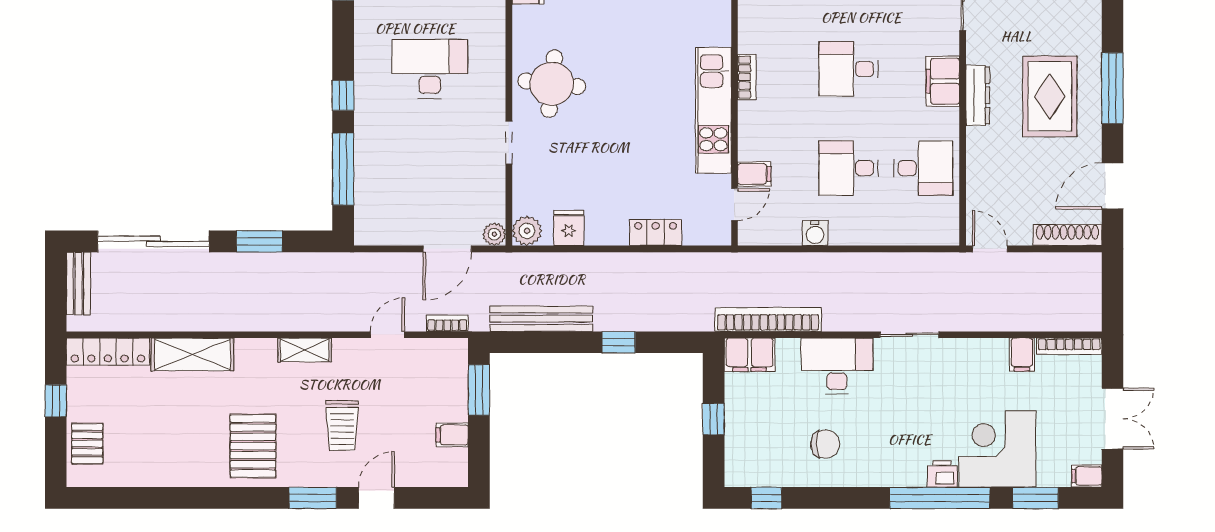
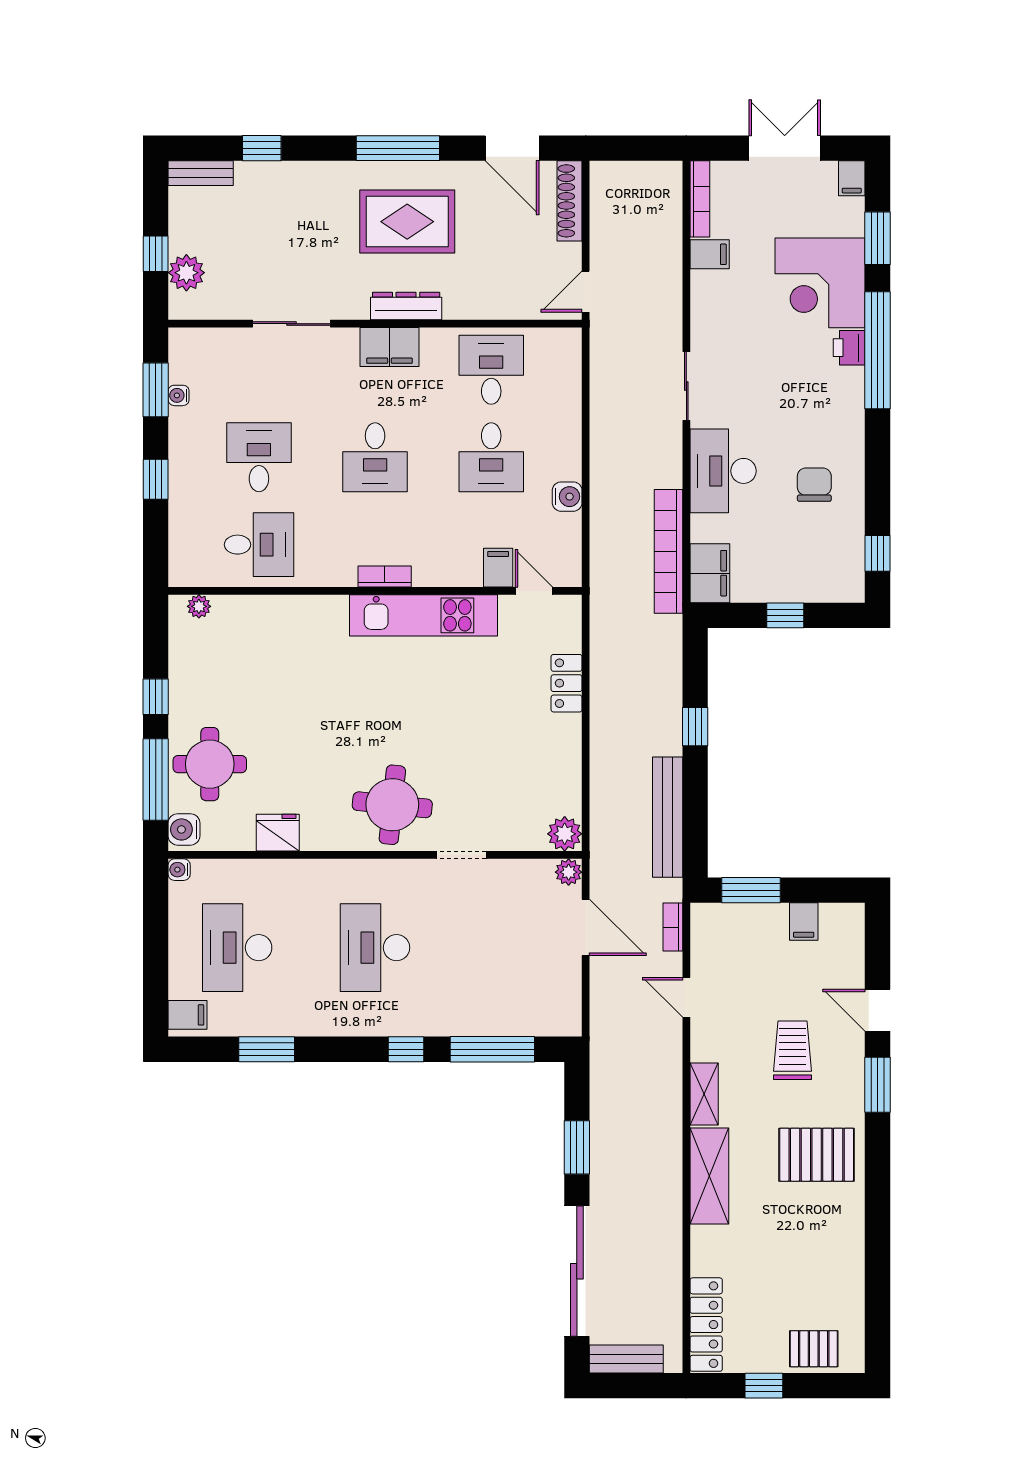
fridge: (569, 228) -> (561, 785), removed
shelving: (192, 354) -> (709, 1176), moved
trolley: (342, 425) -> (793, 1050), turned -90

